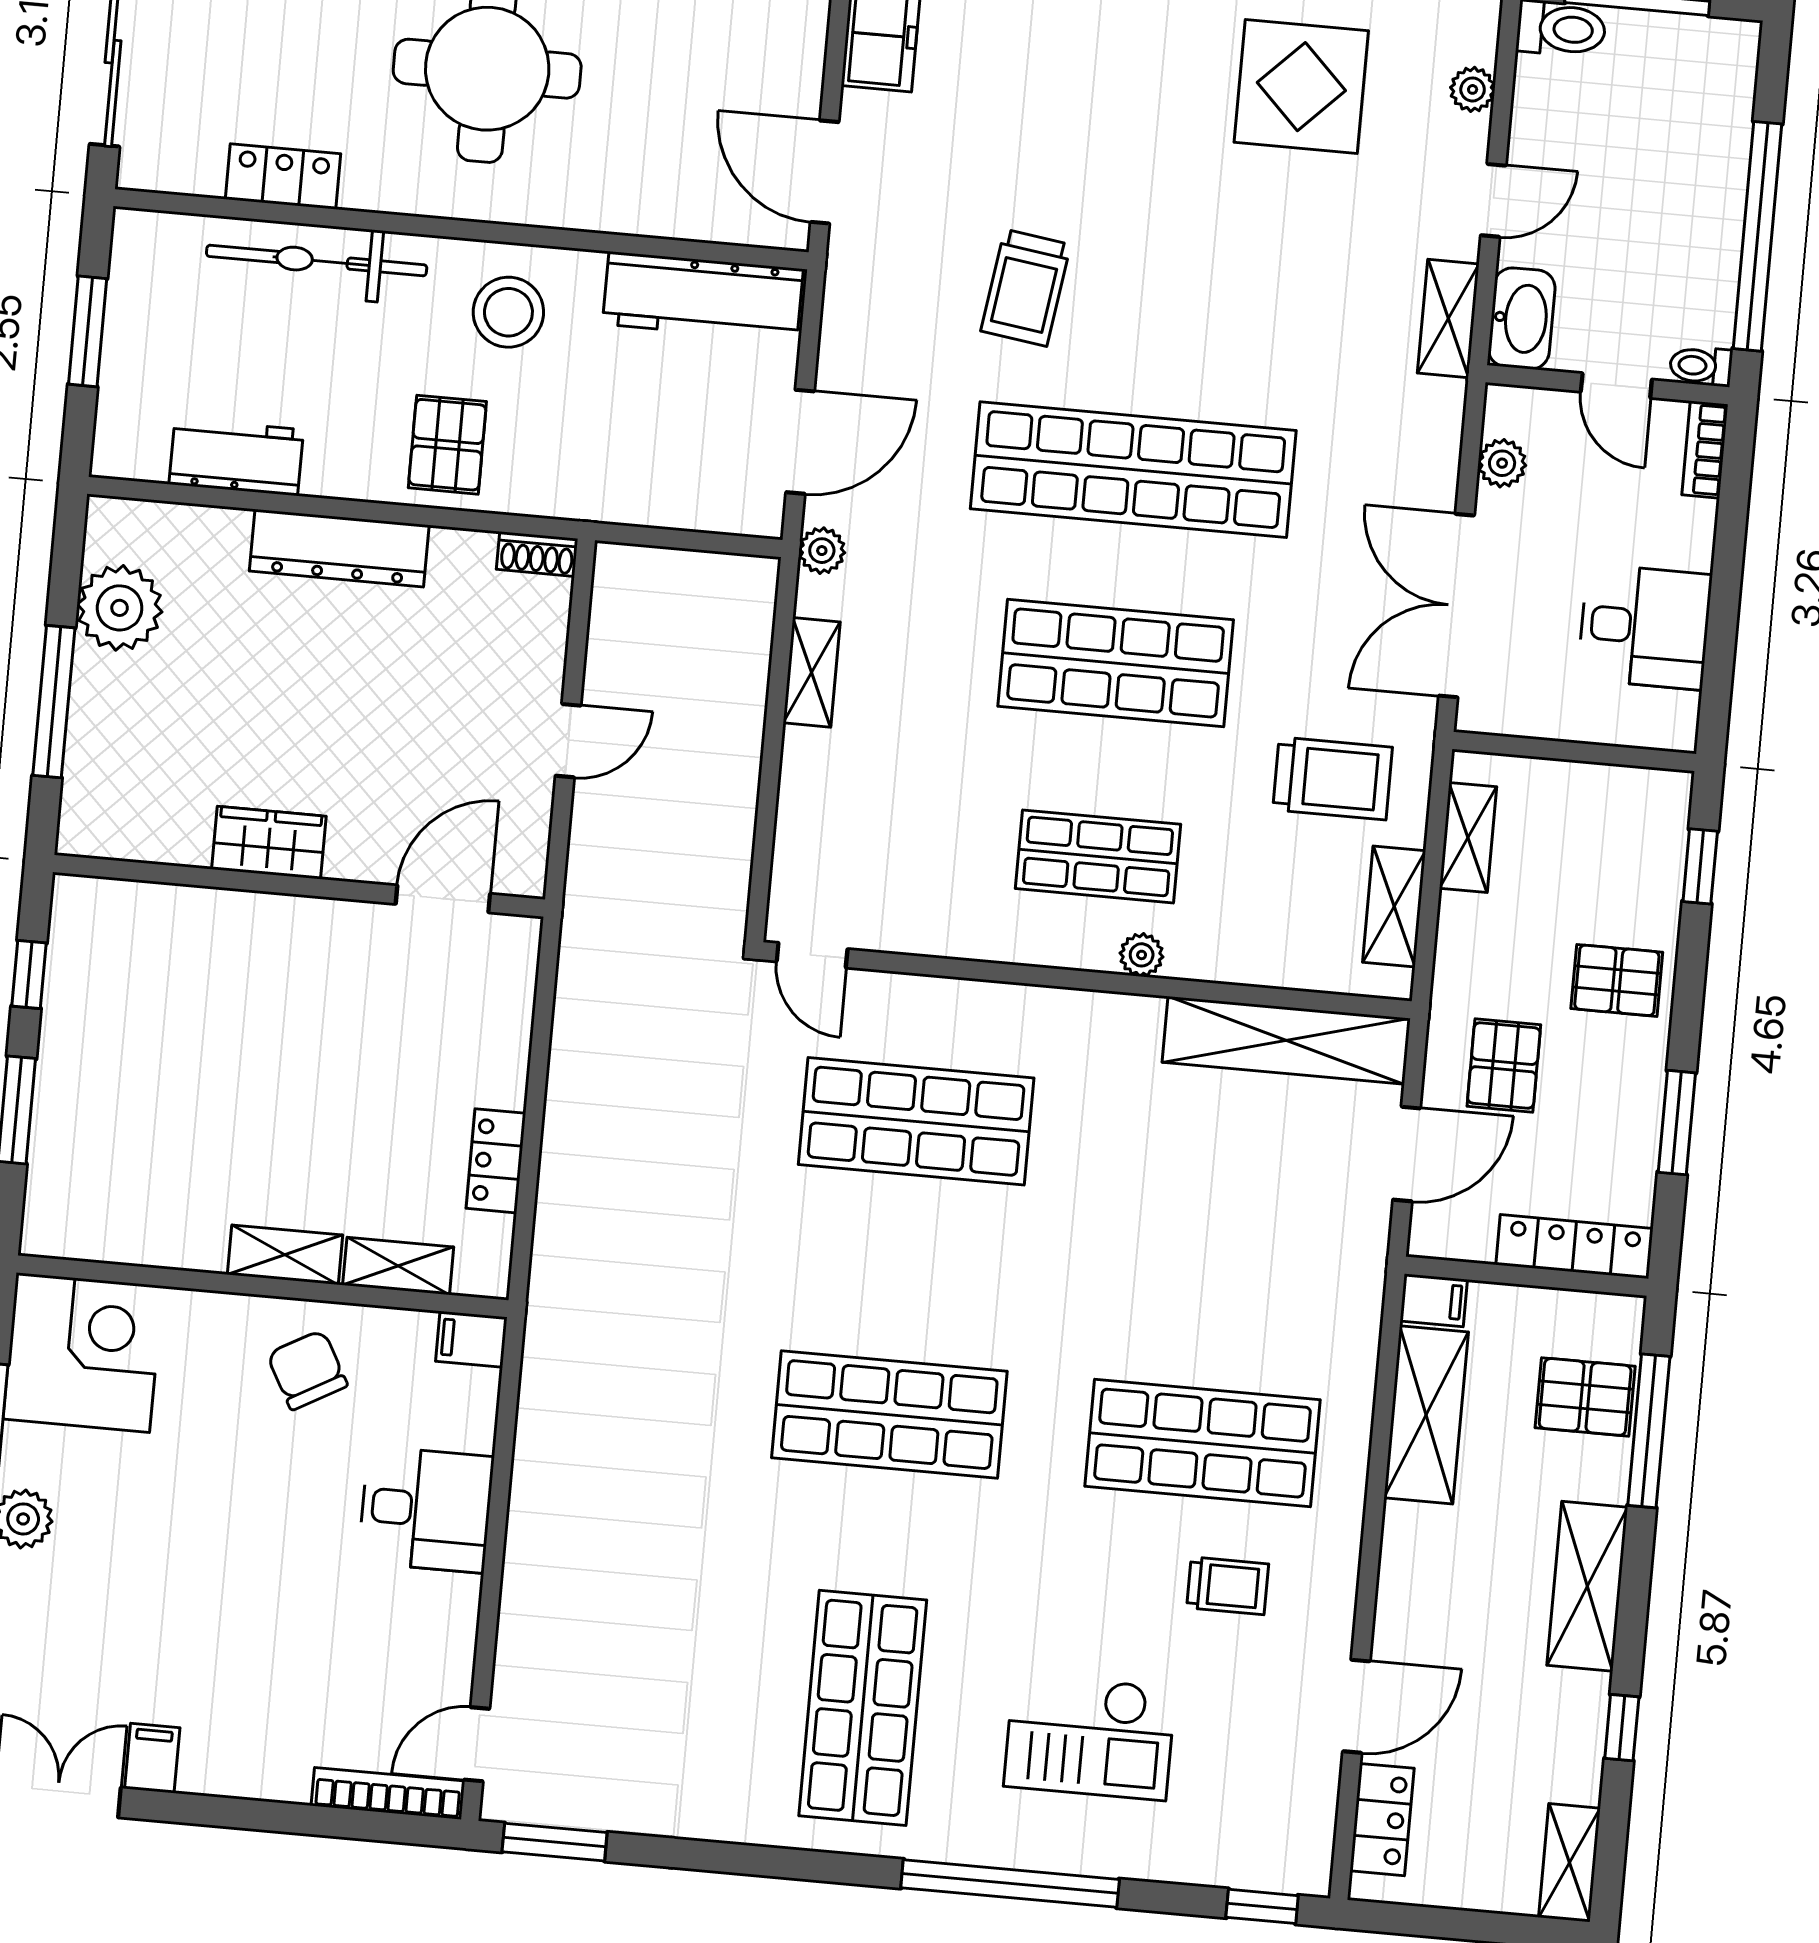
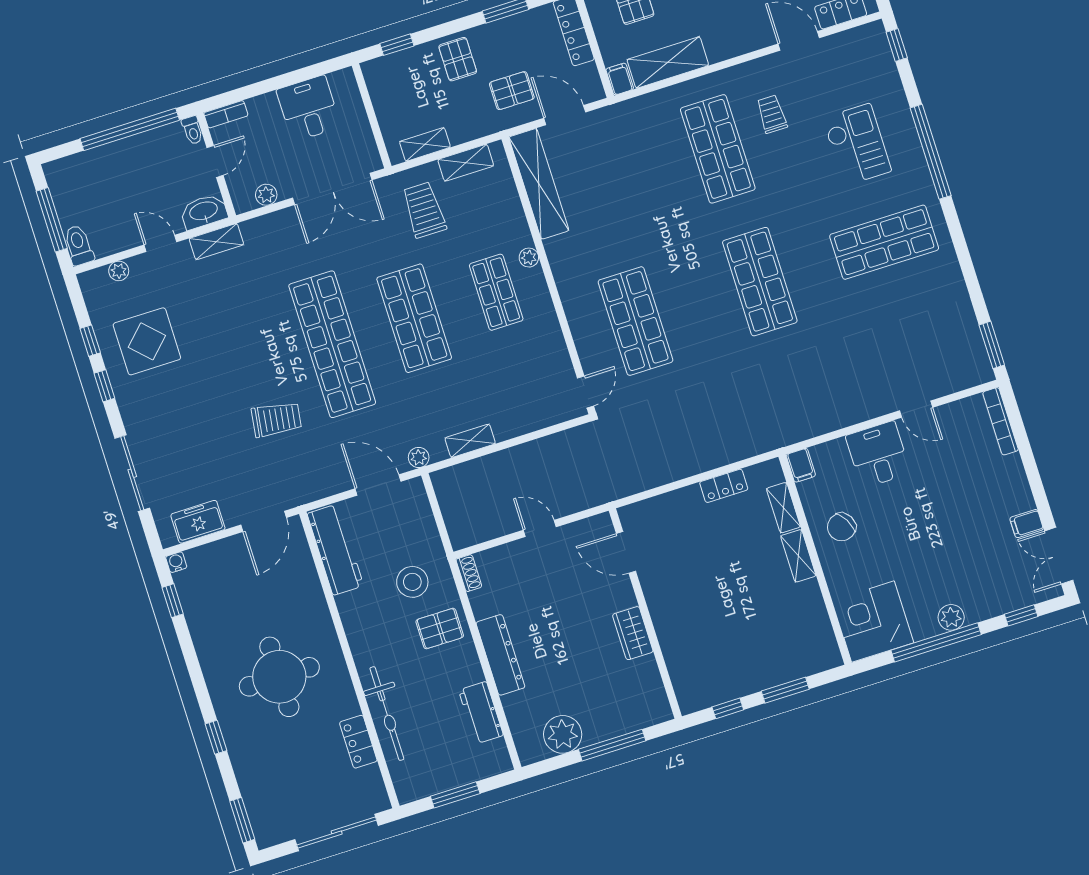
stool: (508, 312) -> (412, 582), moved
door: (477, 1744) -> (916, 409), moved

